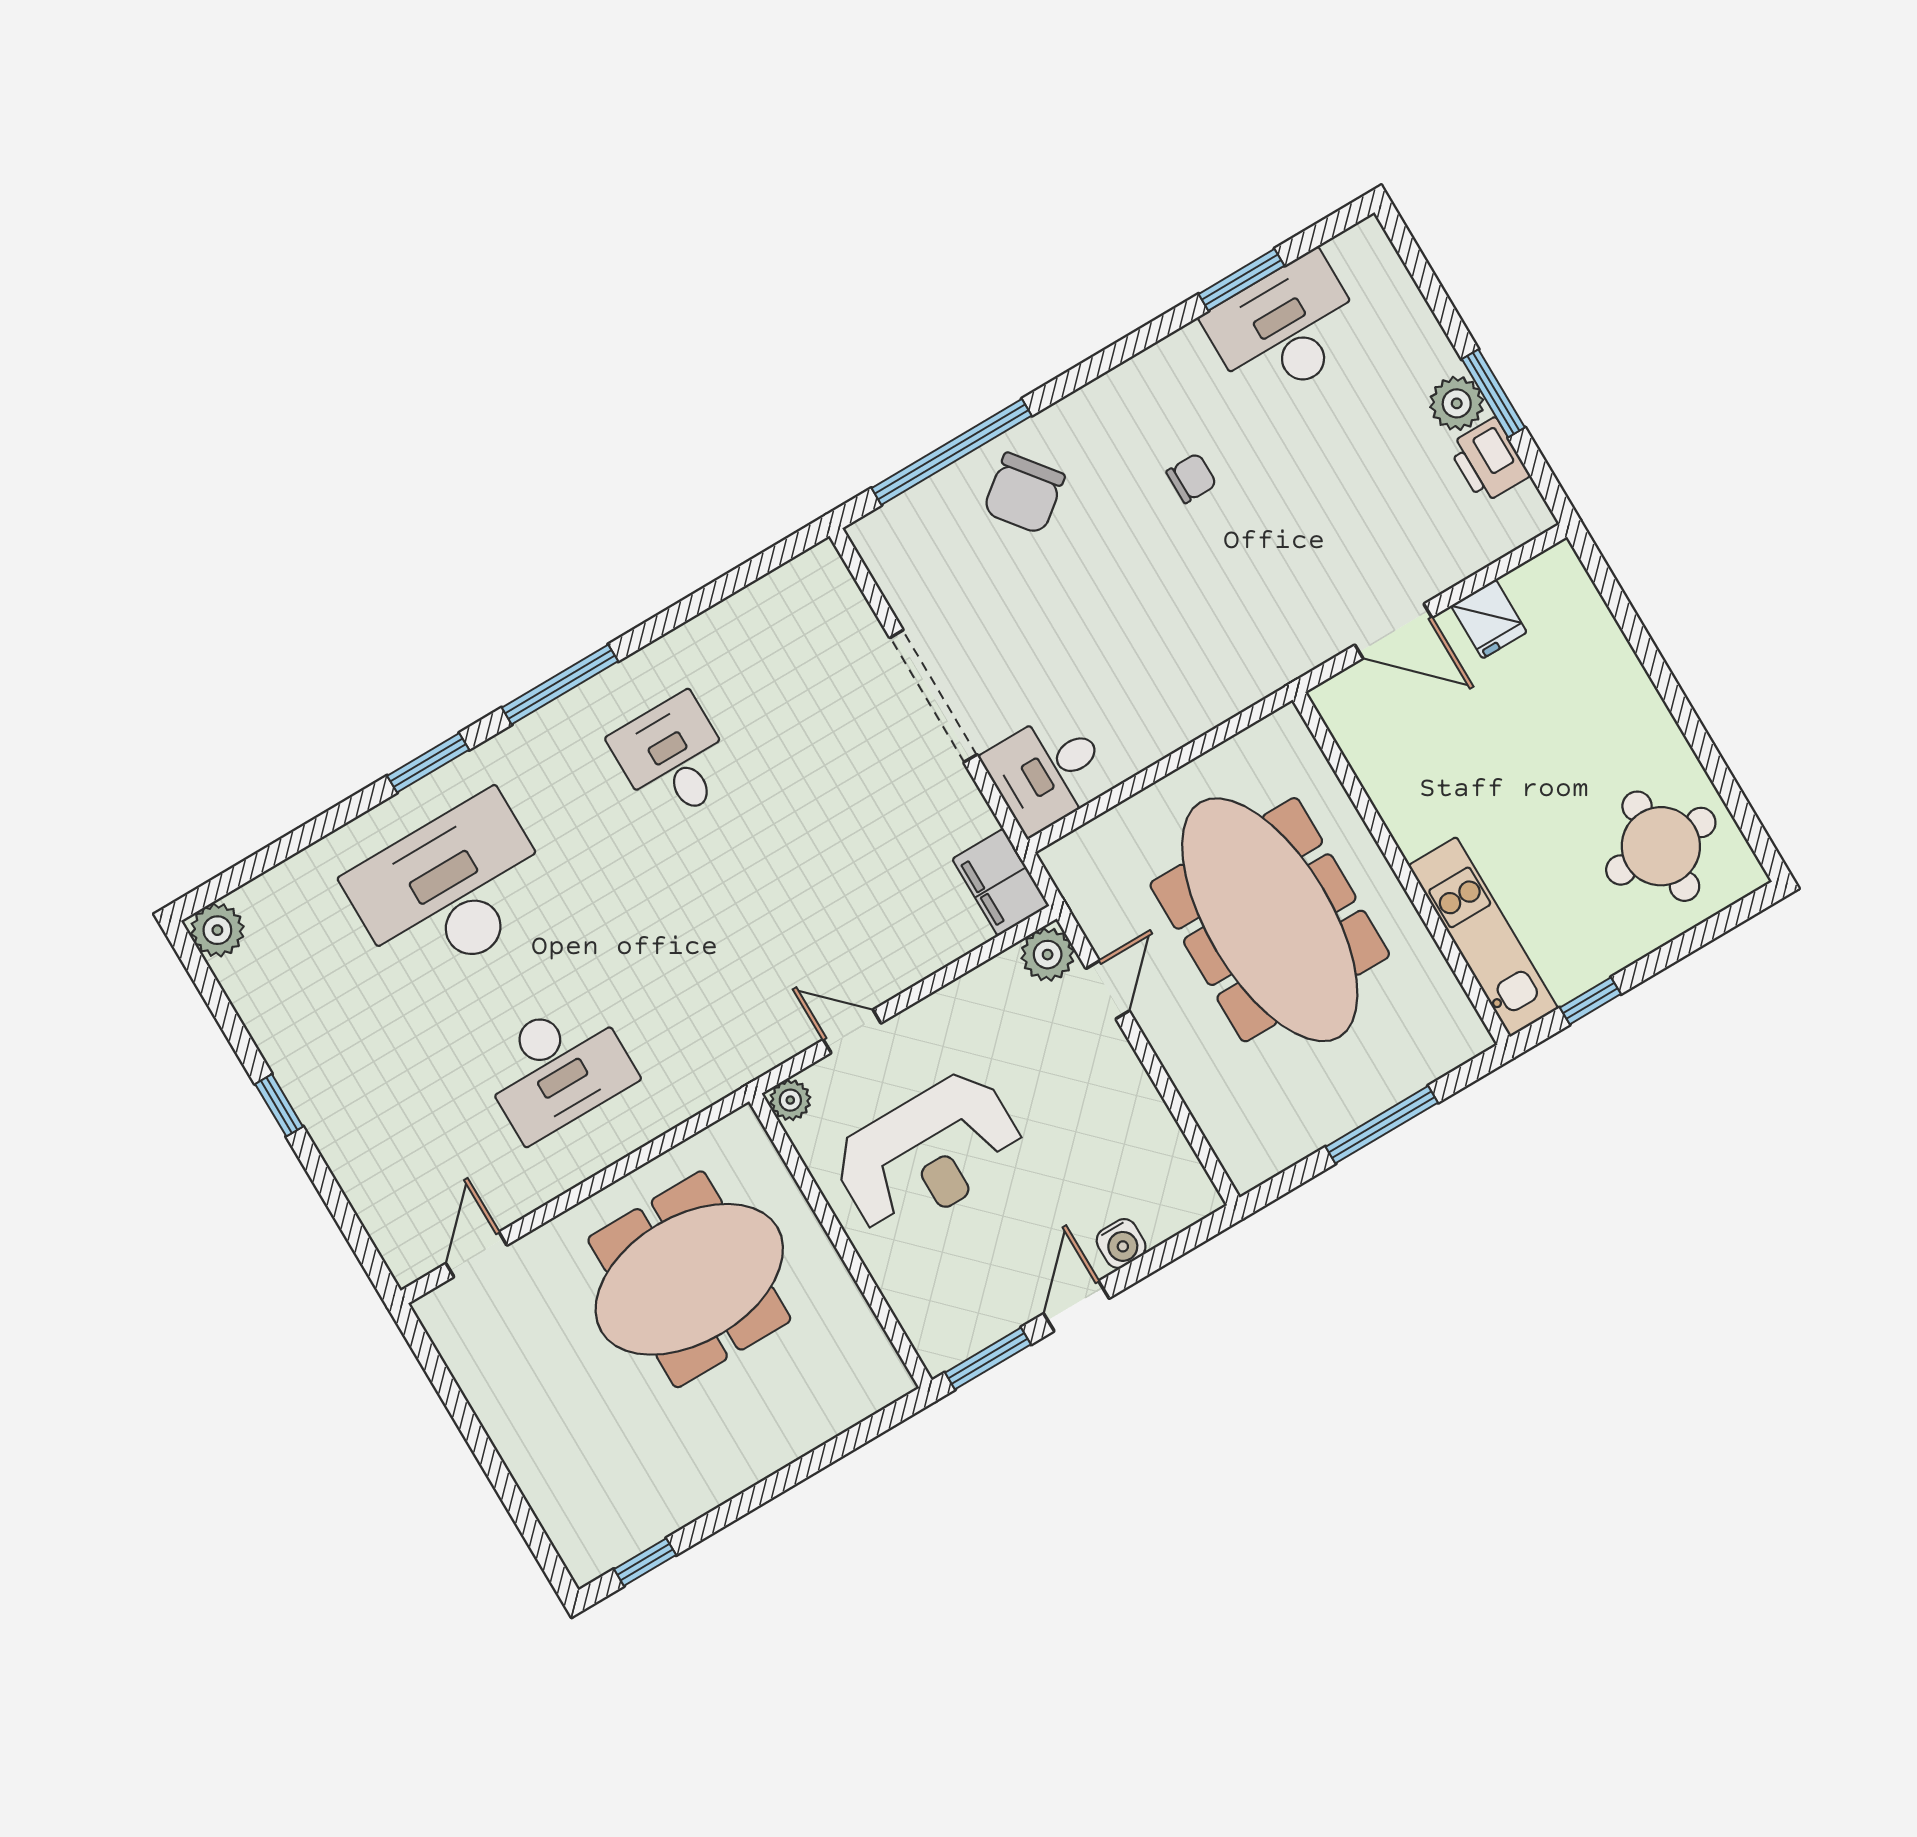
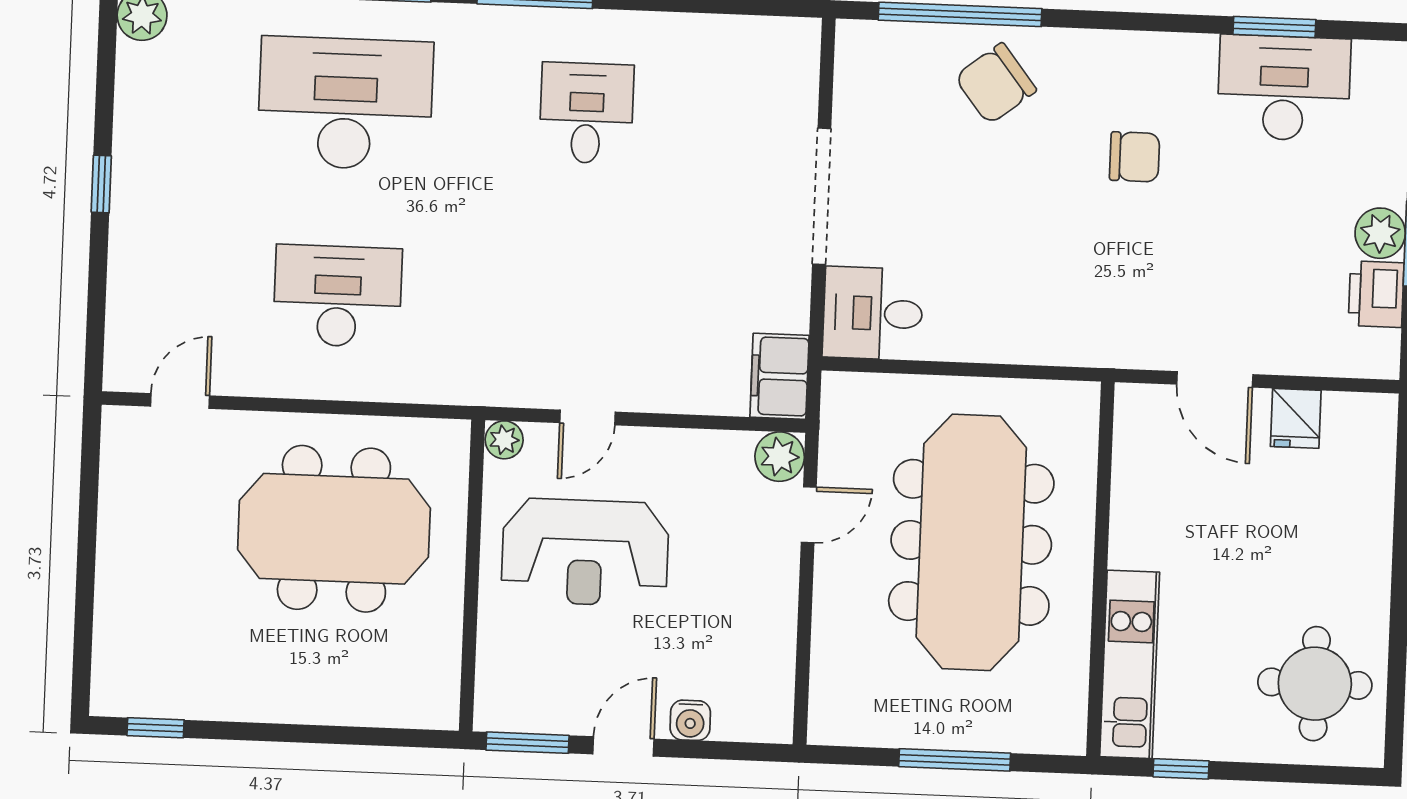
chair: (1192, 478) -> (1135, 157), width x1.37, depth x1.37
door: (852, 1031) -> (587, 417), swing flipped
desk: (557, 1068) -> (338, 296), turned 180

